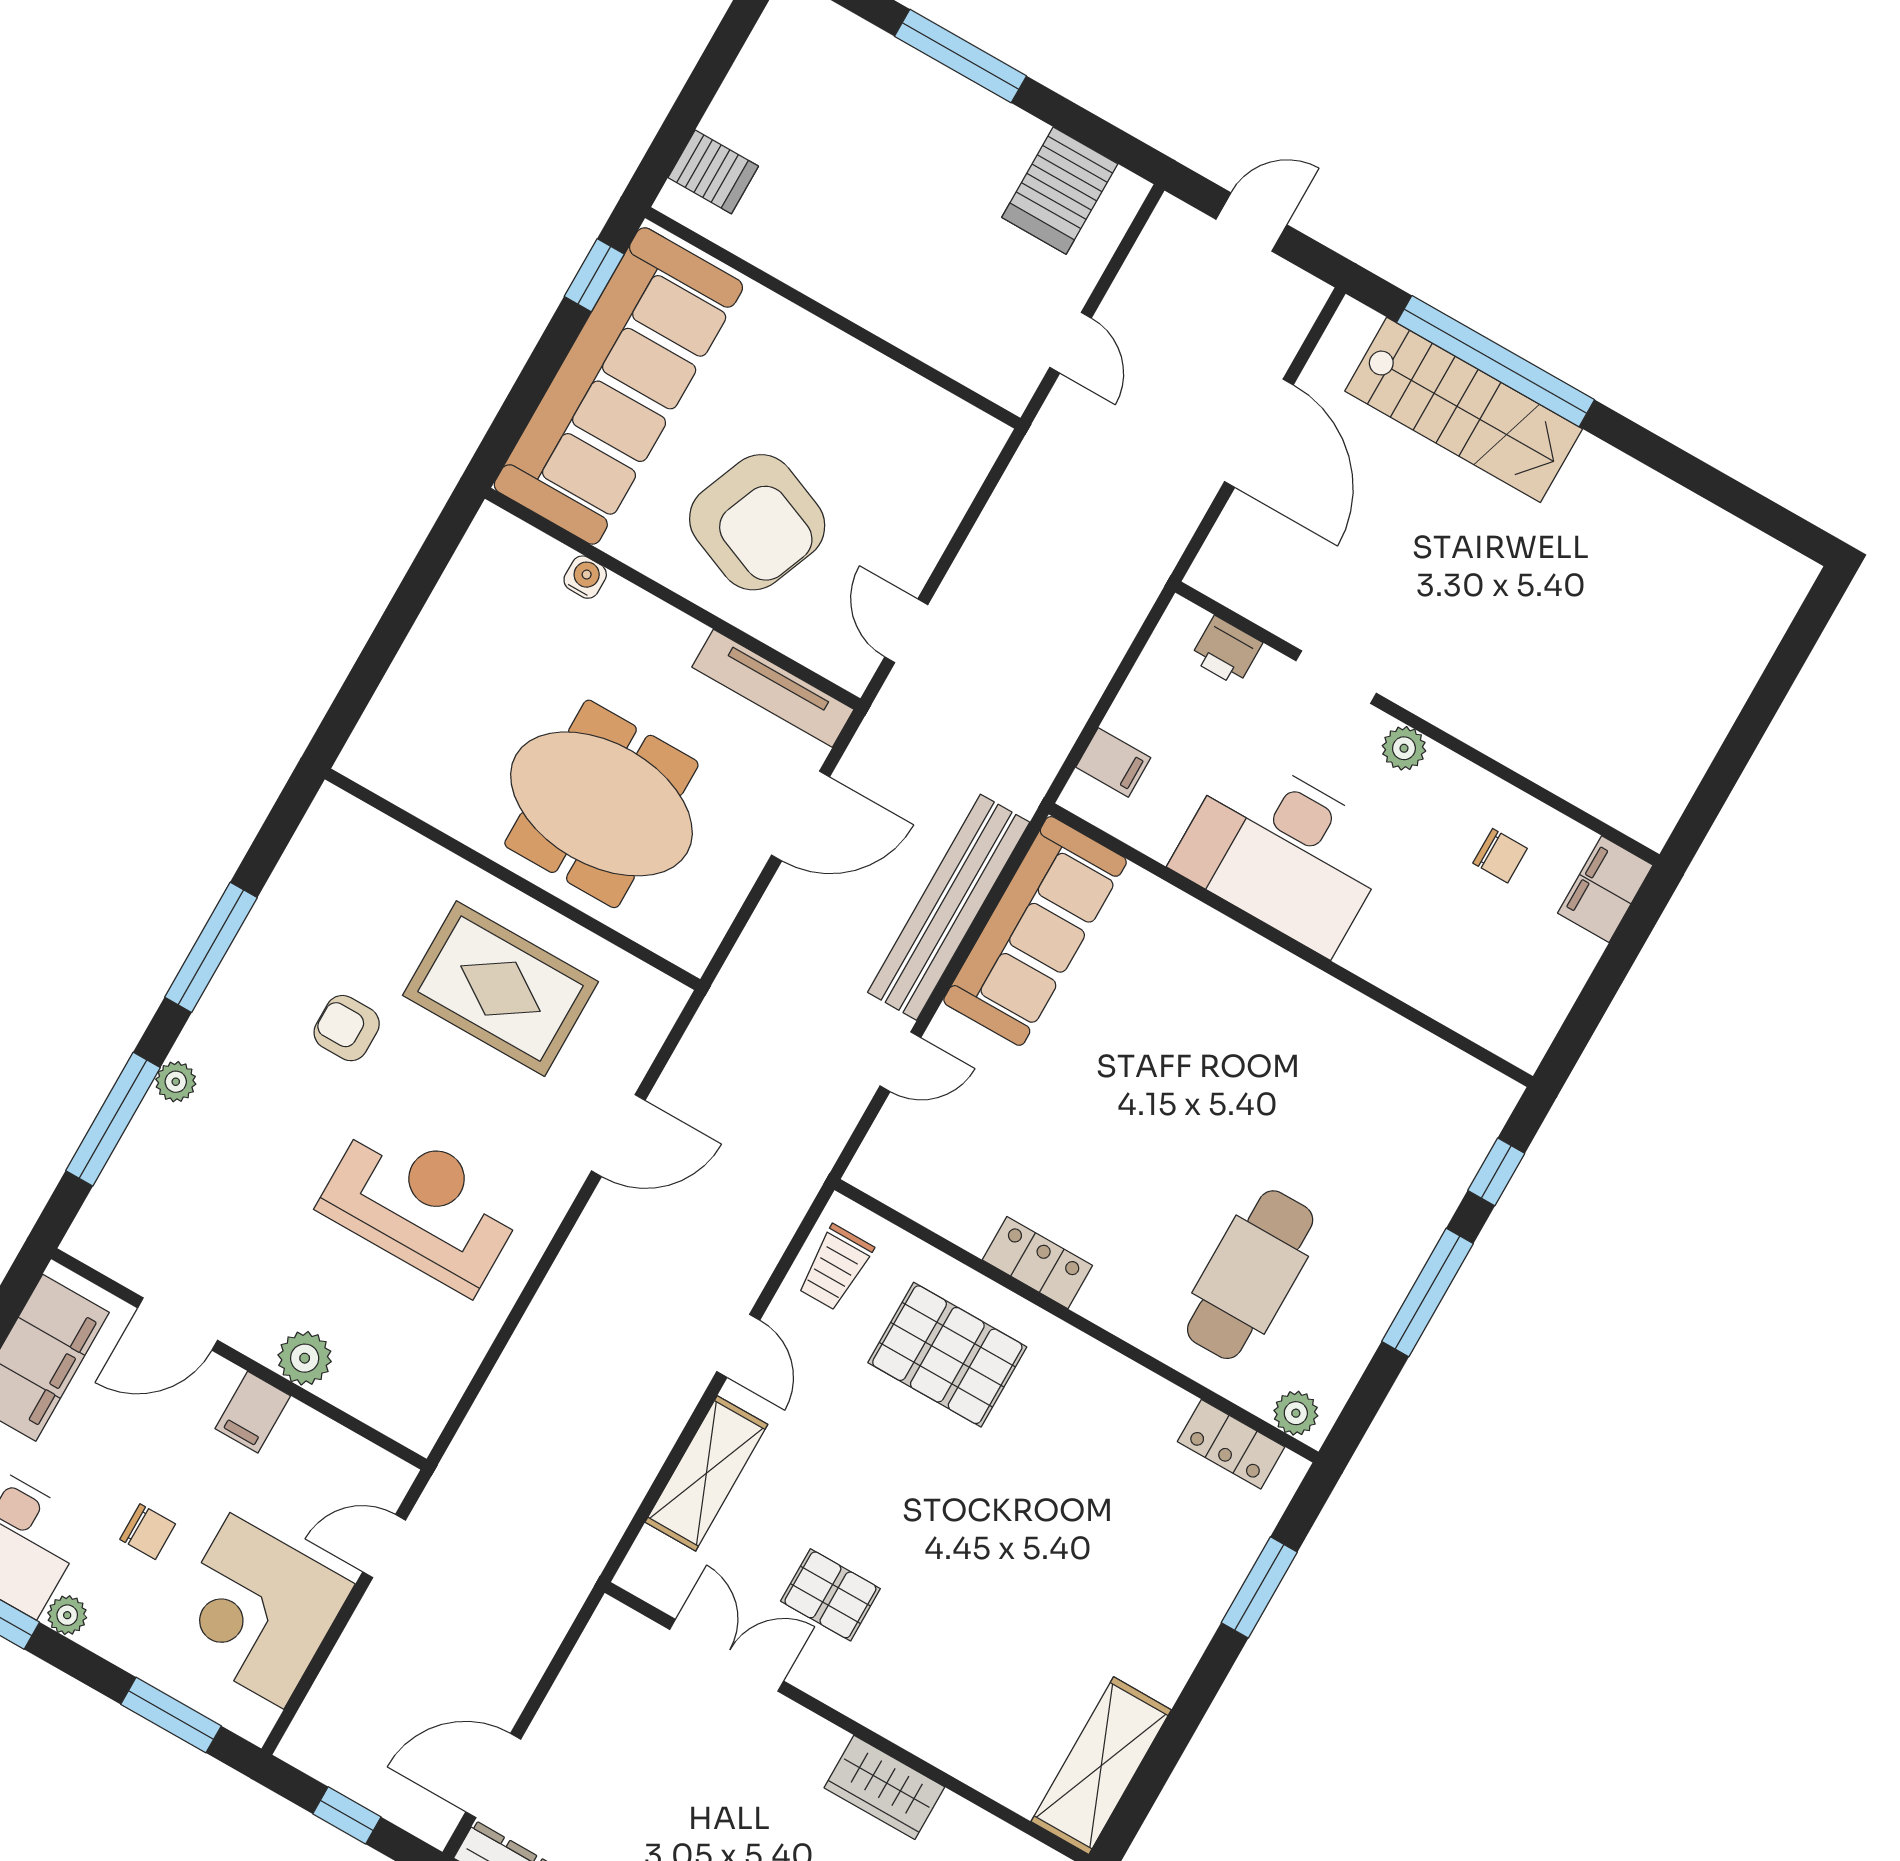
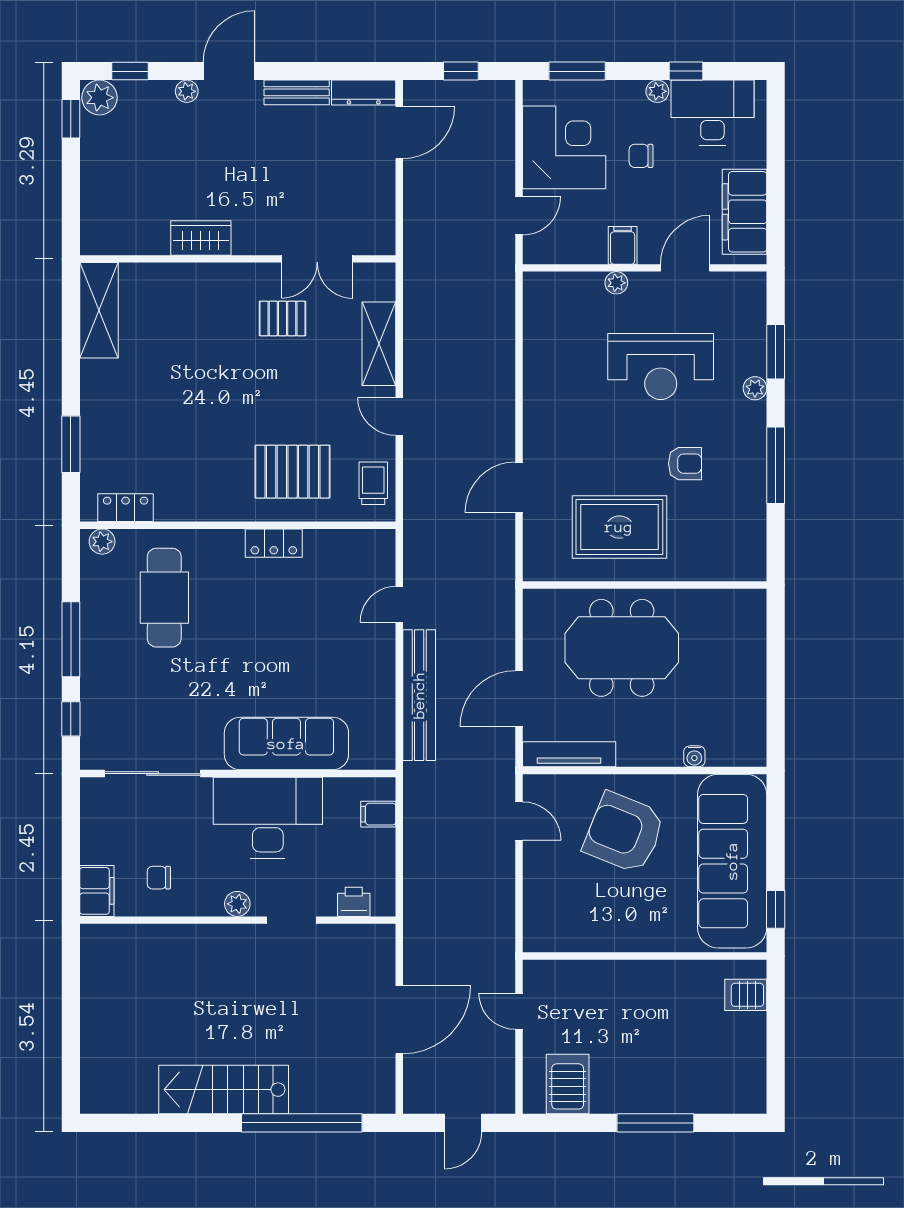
stairs: (1464, 410) -> (224, 1090), moved
door: (1259, 433) -> (399, 1020), swing flipped
sofa: (1035, 931) -> (286, 744), moved, turned 90
sliding door: (1420, 1019) -> (153, 774), added
window: (113, 1119) -> (776, 352), width x0.69
reception desk: (422, 1205) -> (661, 367), moved
plant: (305, 1358) -> (616, 283), width x0.73, depth x0.73

